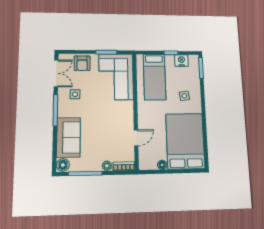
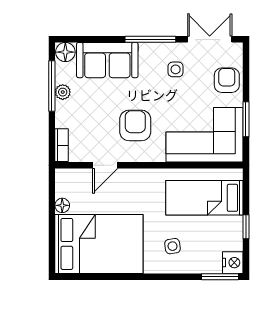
nightstand: (181, 60) -> (233, 263), moved
armchair: (82, 63) -> (227, 80), turned 90
double door: (56, 73) -> (210, 39), swing flipped
armchair: (111, 119) -> (135, 125), added
door: (136, 138) -> (105, 165), hinge flipped
plant: (107, 166) -> (63, 92), moved

